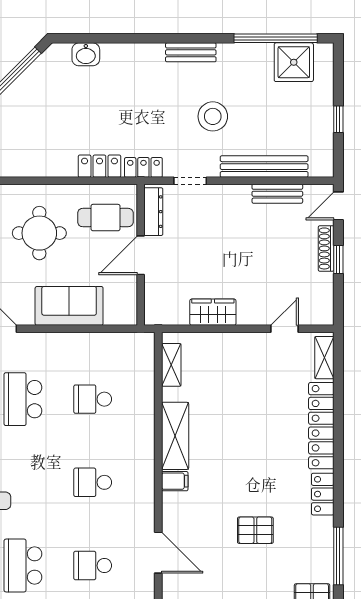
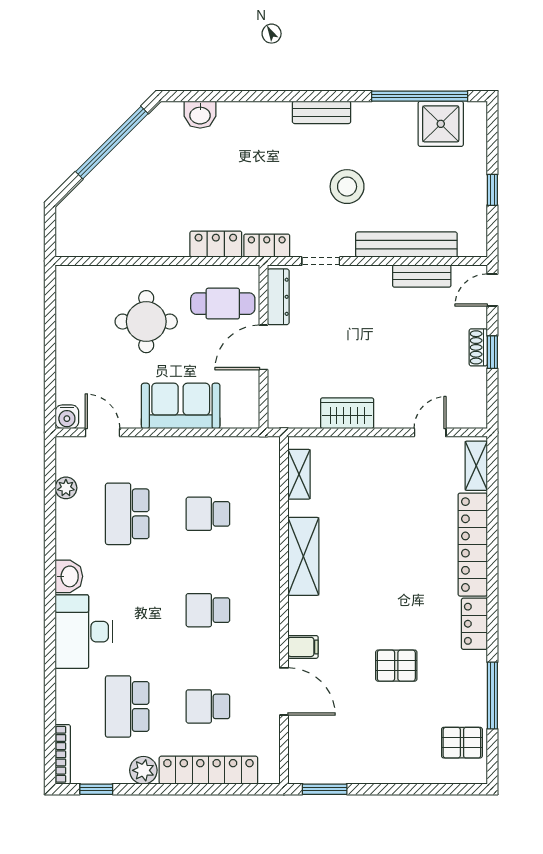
shoe rack: (326, 248) -> (478, 347), width x0.70
filing cabinet: (175, 481) -> (303, 647), moved

